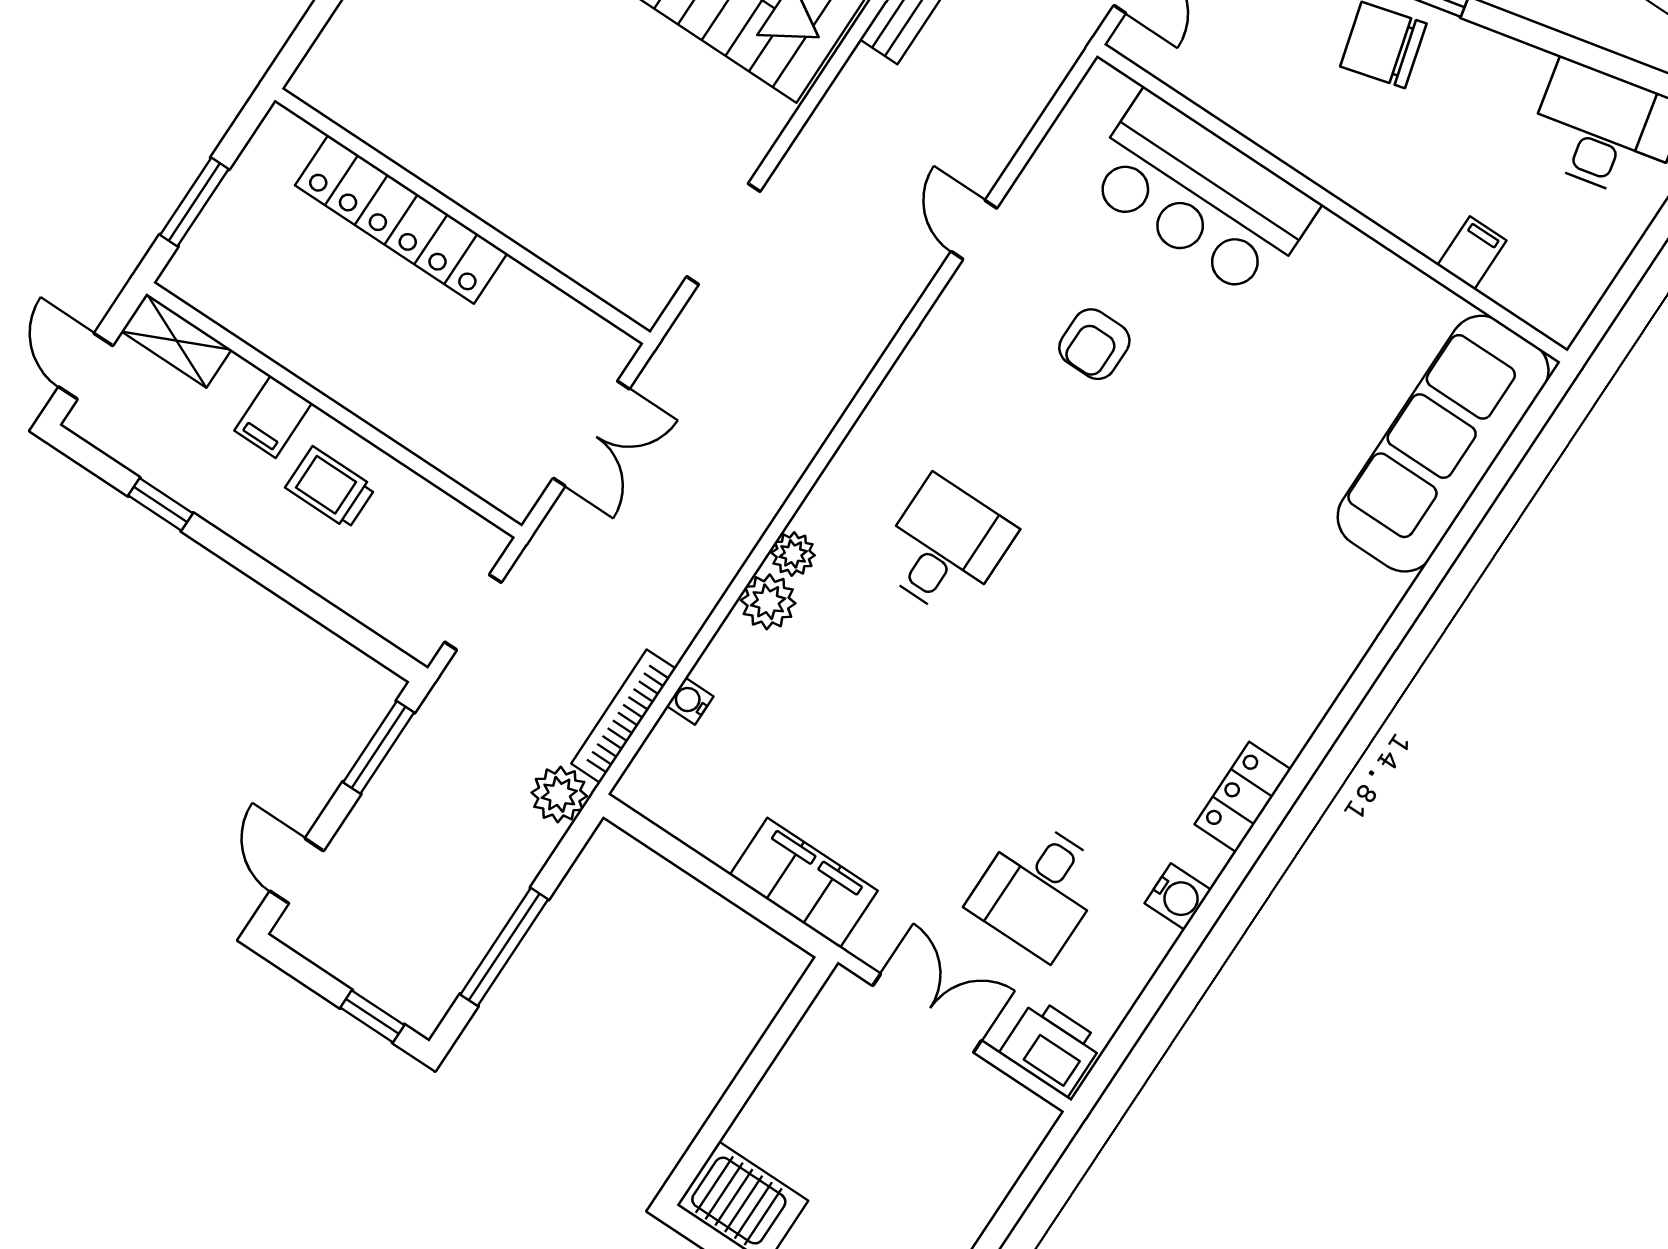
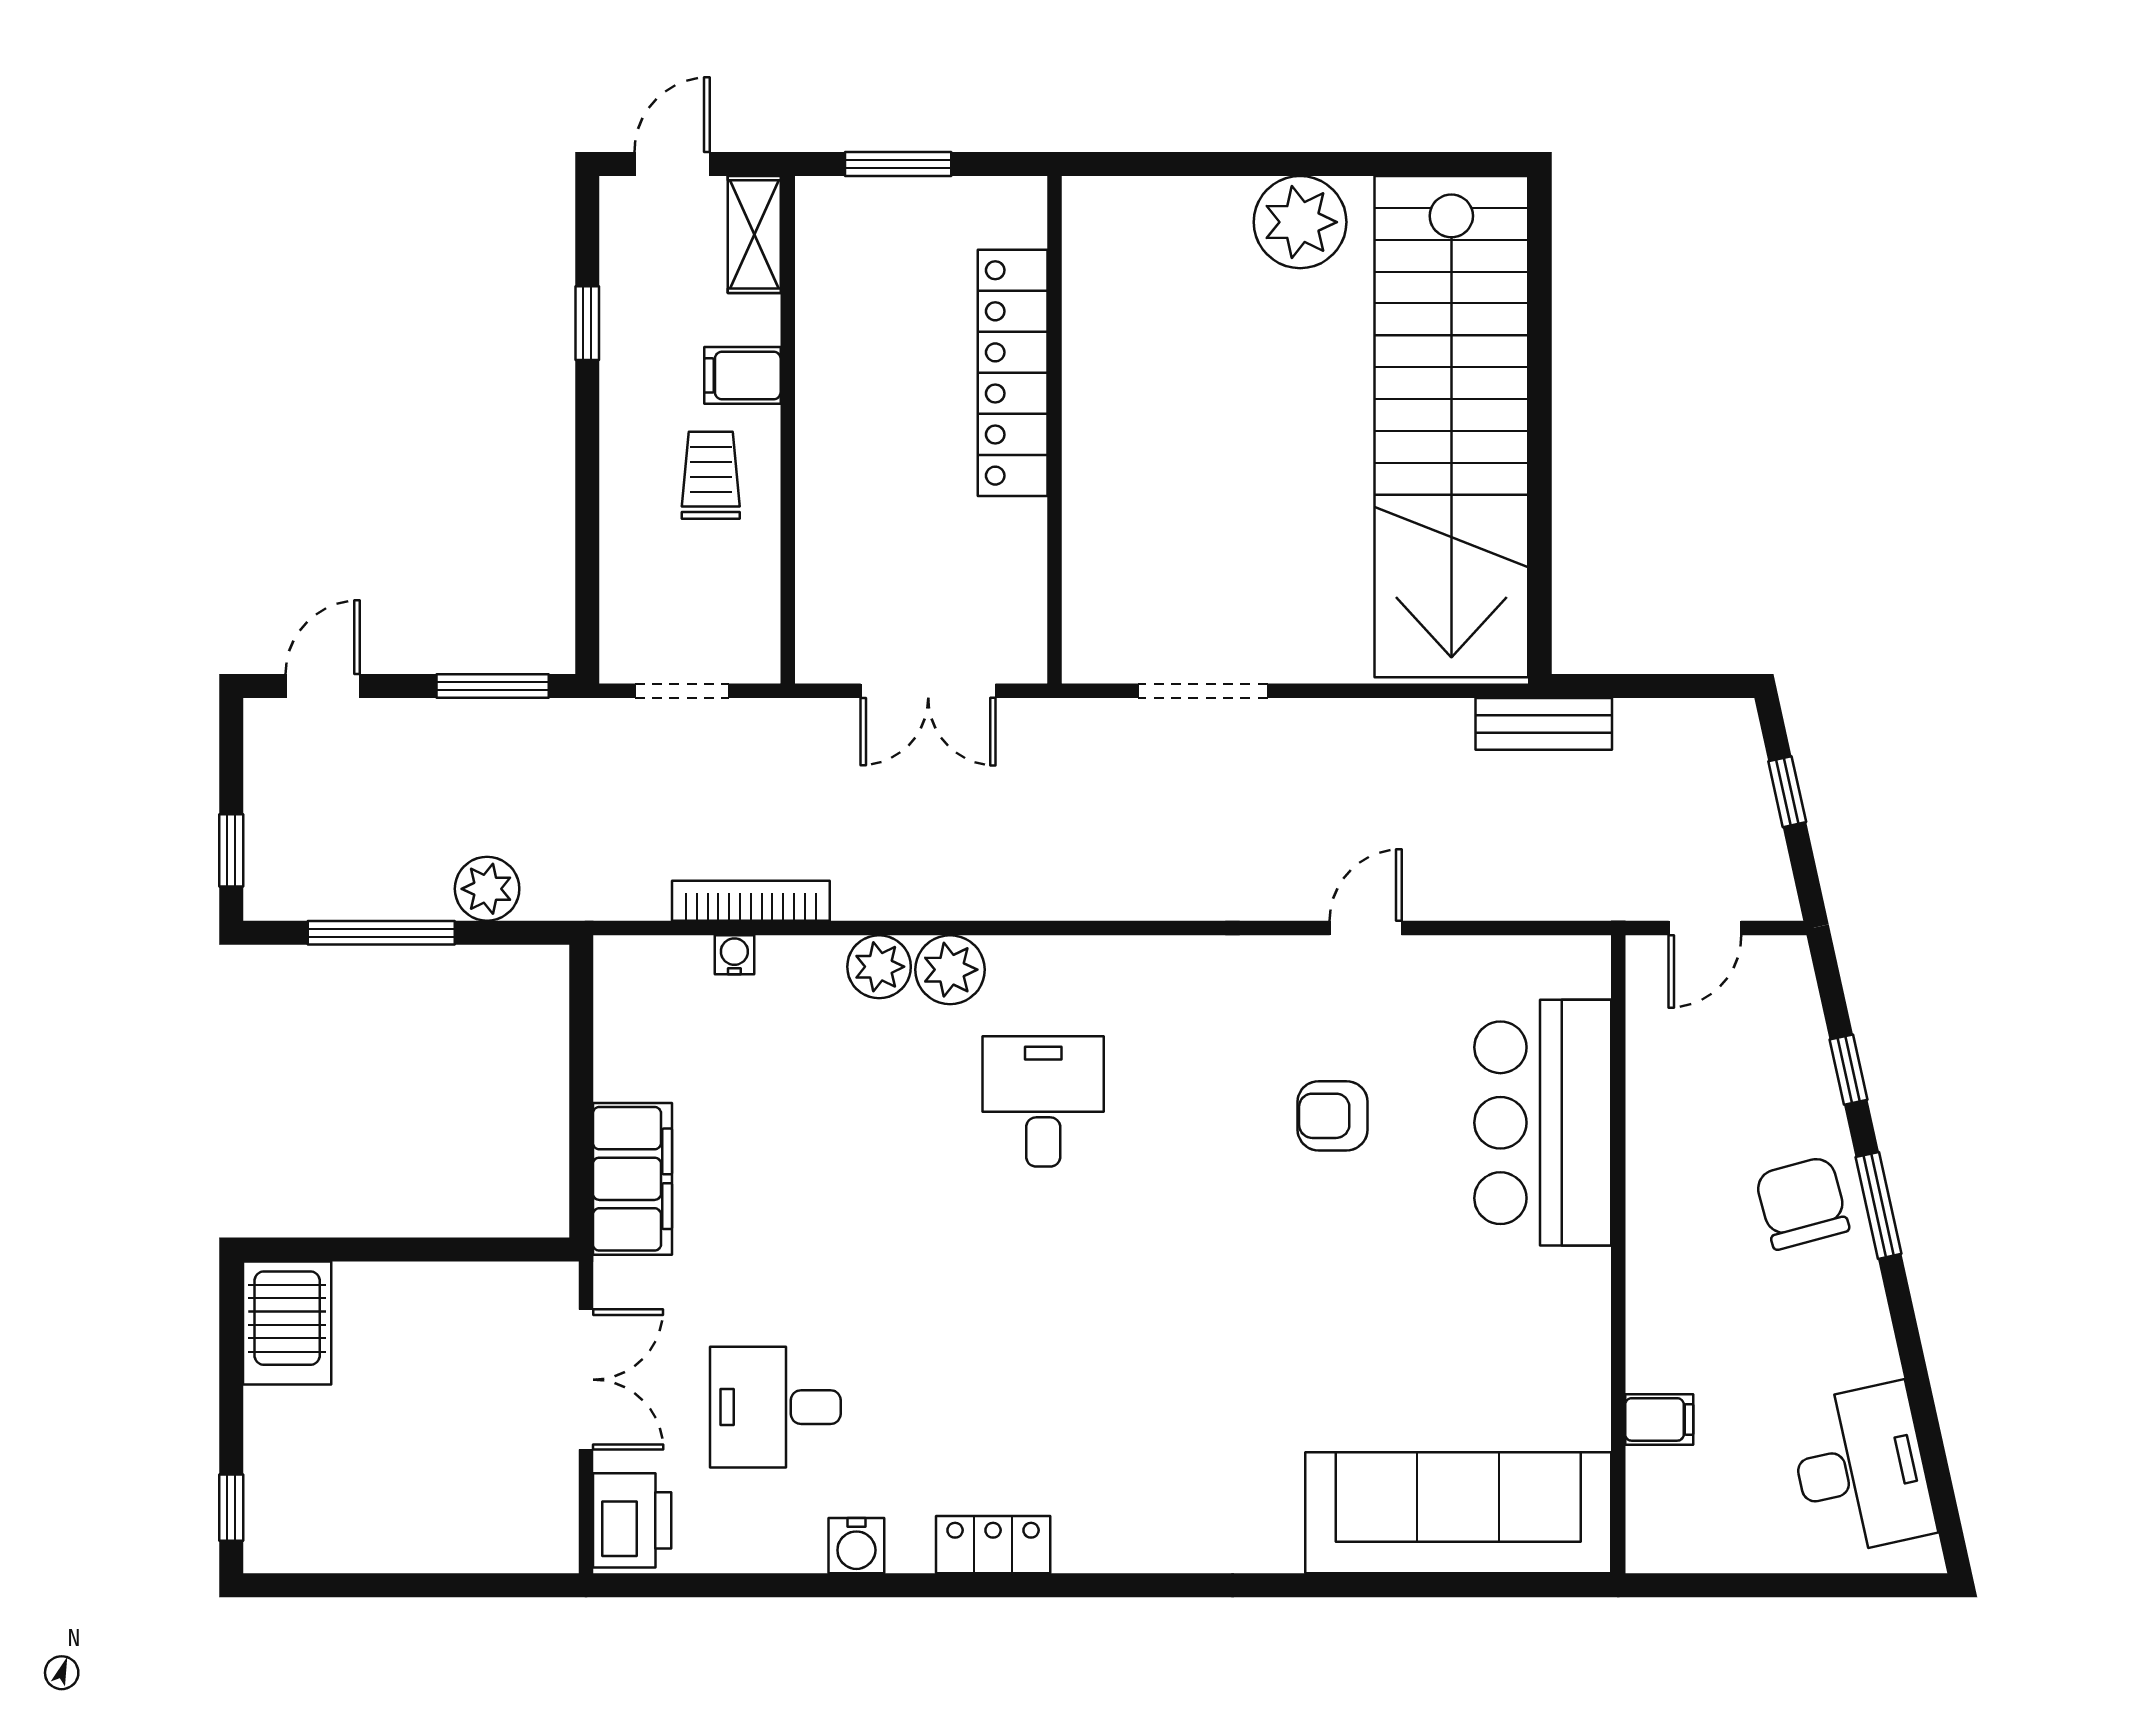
desk: (945, 547) -> (1043, 1101), turned -90
plant: (793, 554) -> (950, 970), width x1.38, depth x1.38
bookcase: (624, 716) -> (751, 901), moved
plant: (559, 794) -> (487, 889), moved

